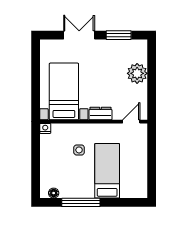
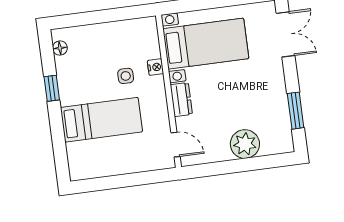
double door: (79, 35) -> (286, 34), moved
nightstand: (45, 128) -> (156, 67), moved
window: (81, 202) -> (52, 88), width x0.46

